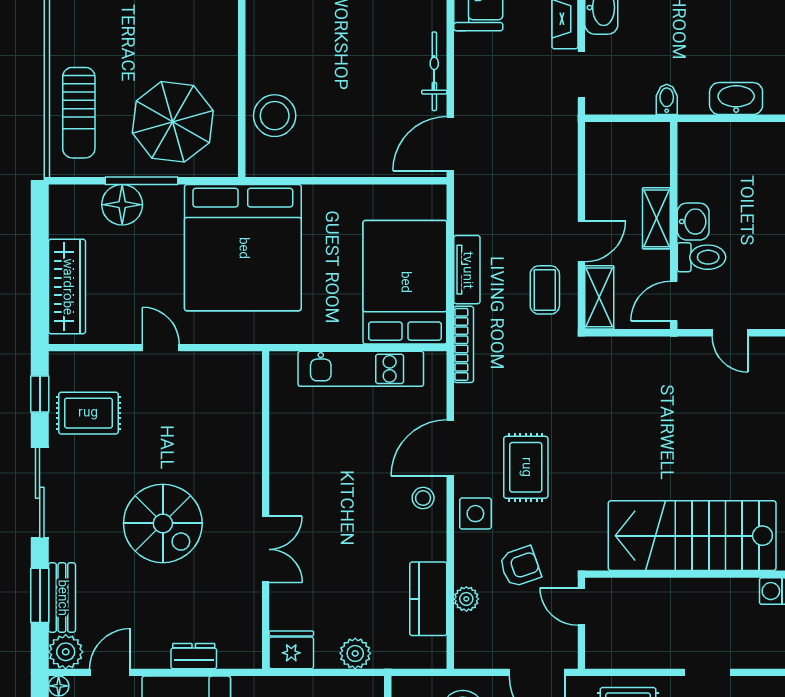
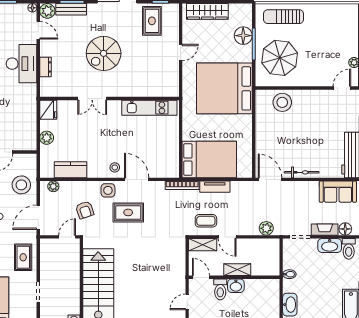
plant: (562, 152) -> (266, 228), added
kitchen unit: (361, 369) -> (149, 108), moved, turned -90
plant: (466, 599) -> (53, 186), moved

